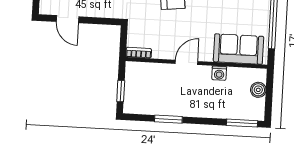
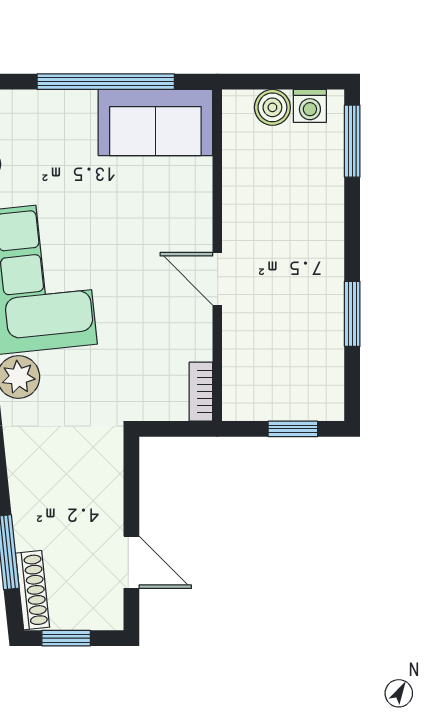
door: (67, 19) -> (131, 562), hinge flipped
sofa: (239, 49) -> (155, 123), moved, turned -90
washing machine: (219, 73) -> (310, 106), moved, turned 90

